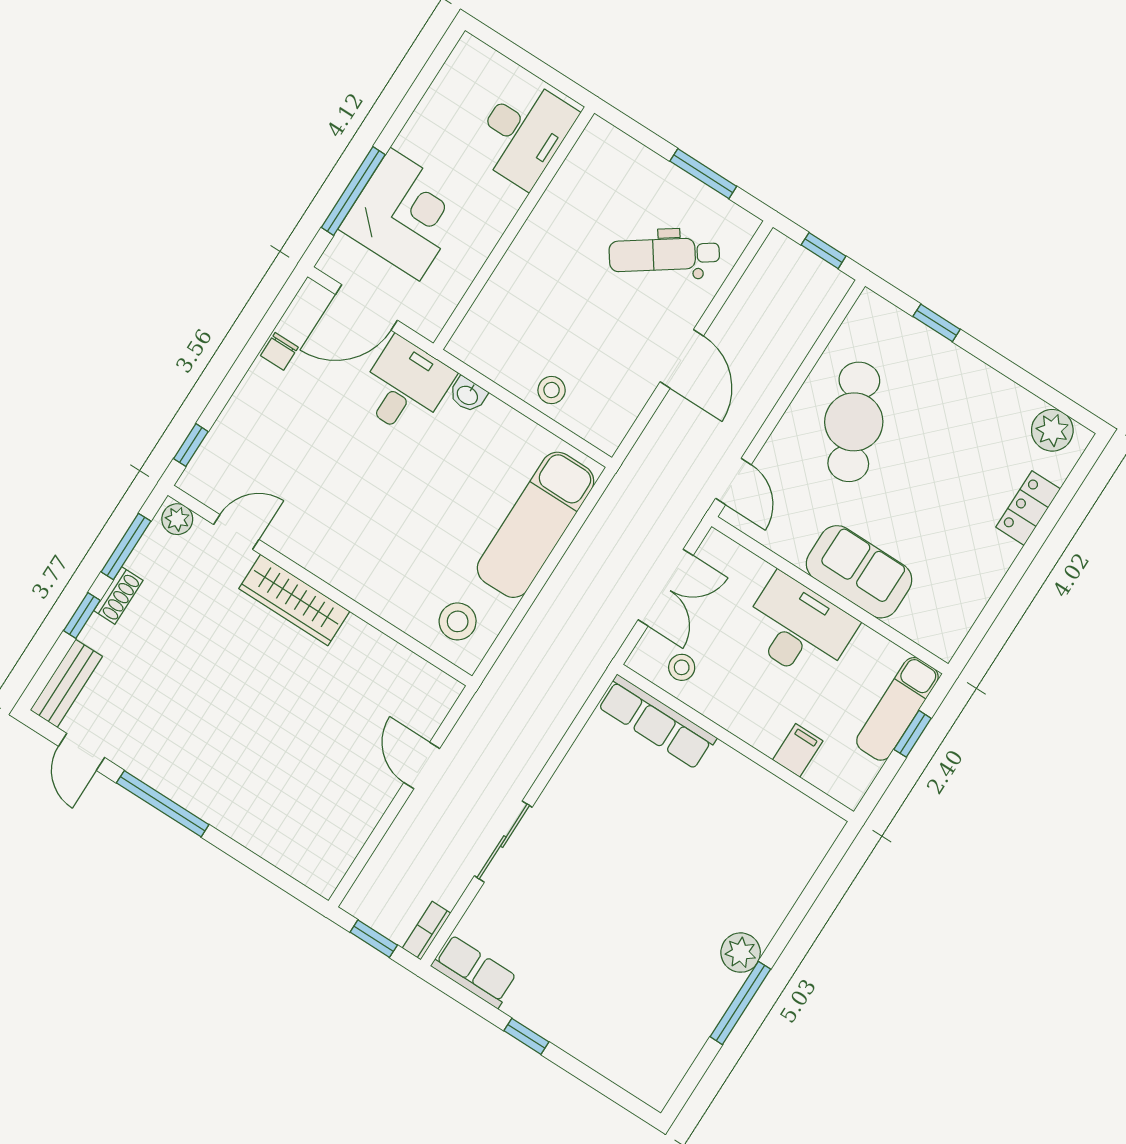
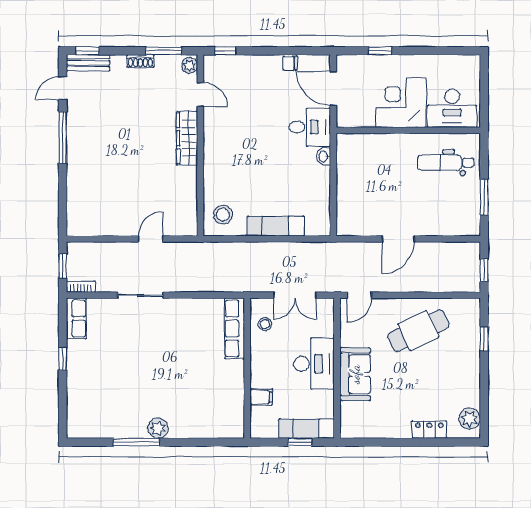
window: (353, 191) -> (380, 51), width x0.46
corner desk: (405, 214) -> (401, 103), moved, turned 180
dental chair: (664, 254) -> (446, 163), moved, turned -55
stool: (552, 390) -> (349, 191), removed
exam couch: (536, 525) -> (276, 226), width x0.73, depth x0.69
window: (82, 615) -> (88, 51), moved

